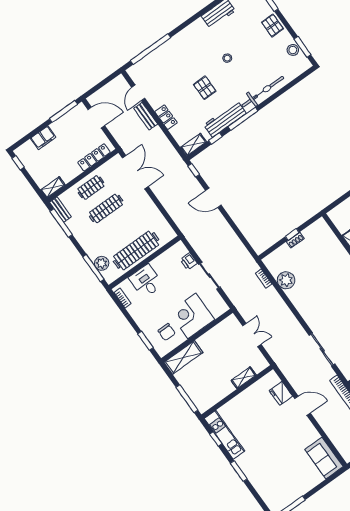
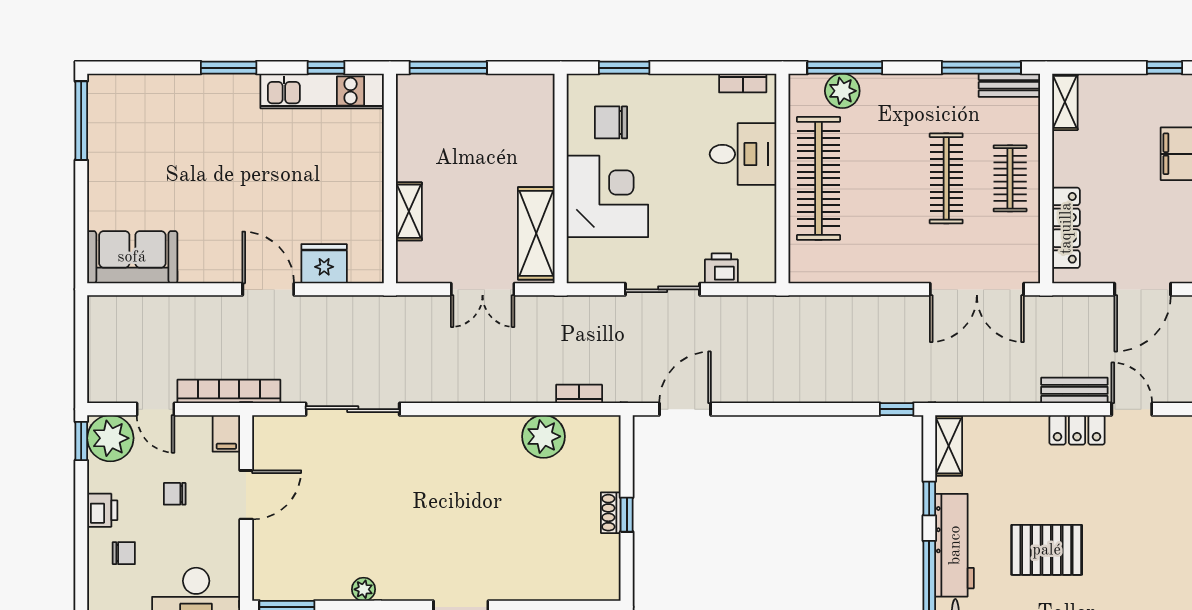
pallet: (205, 88) -> (1047, 550), width x1.50, depth x1.42
locker: (166, 117) -> (1077, 430), moved
door: (213, 198) -> (685, 409), moved
shelving: (183, 357) -> (536, 233), moved
door: (302, 406) -> (268, 289), swing flipped

